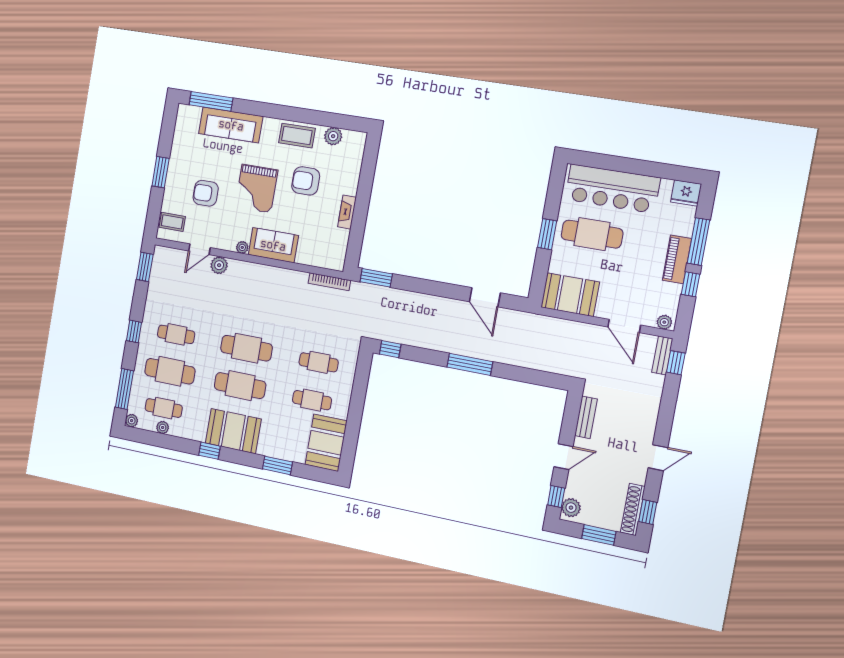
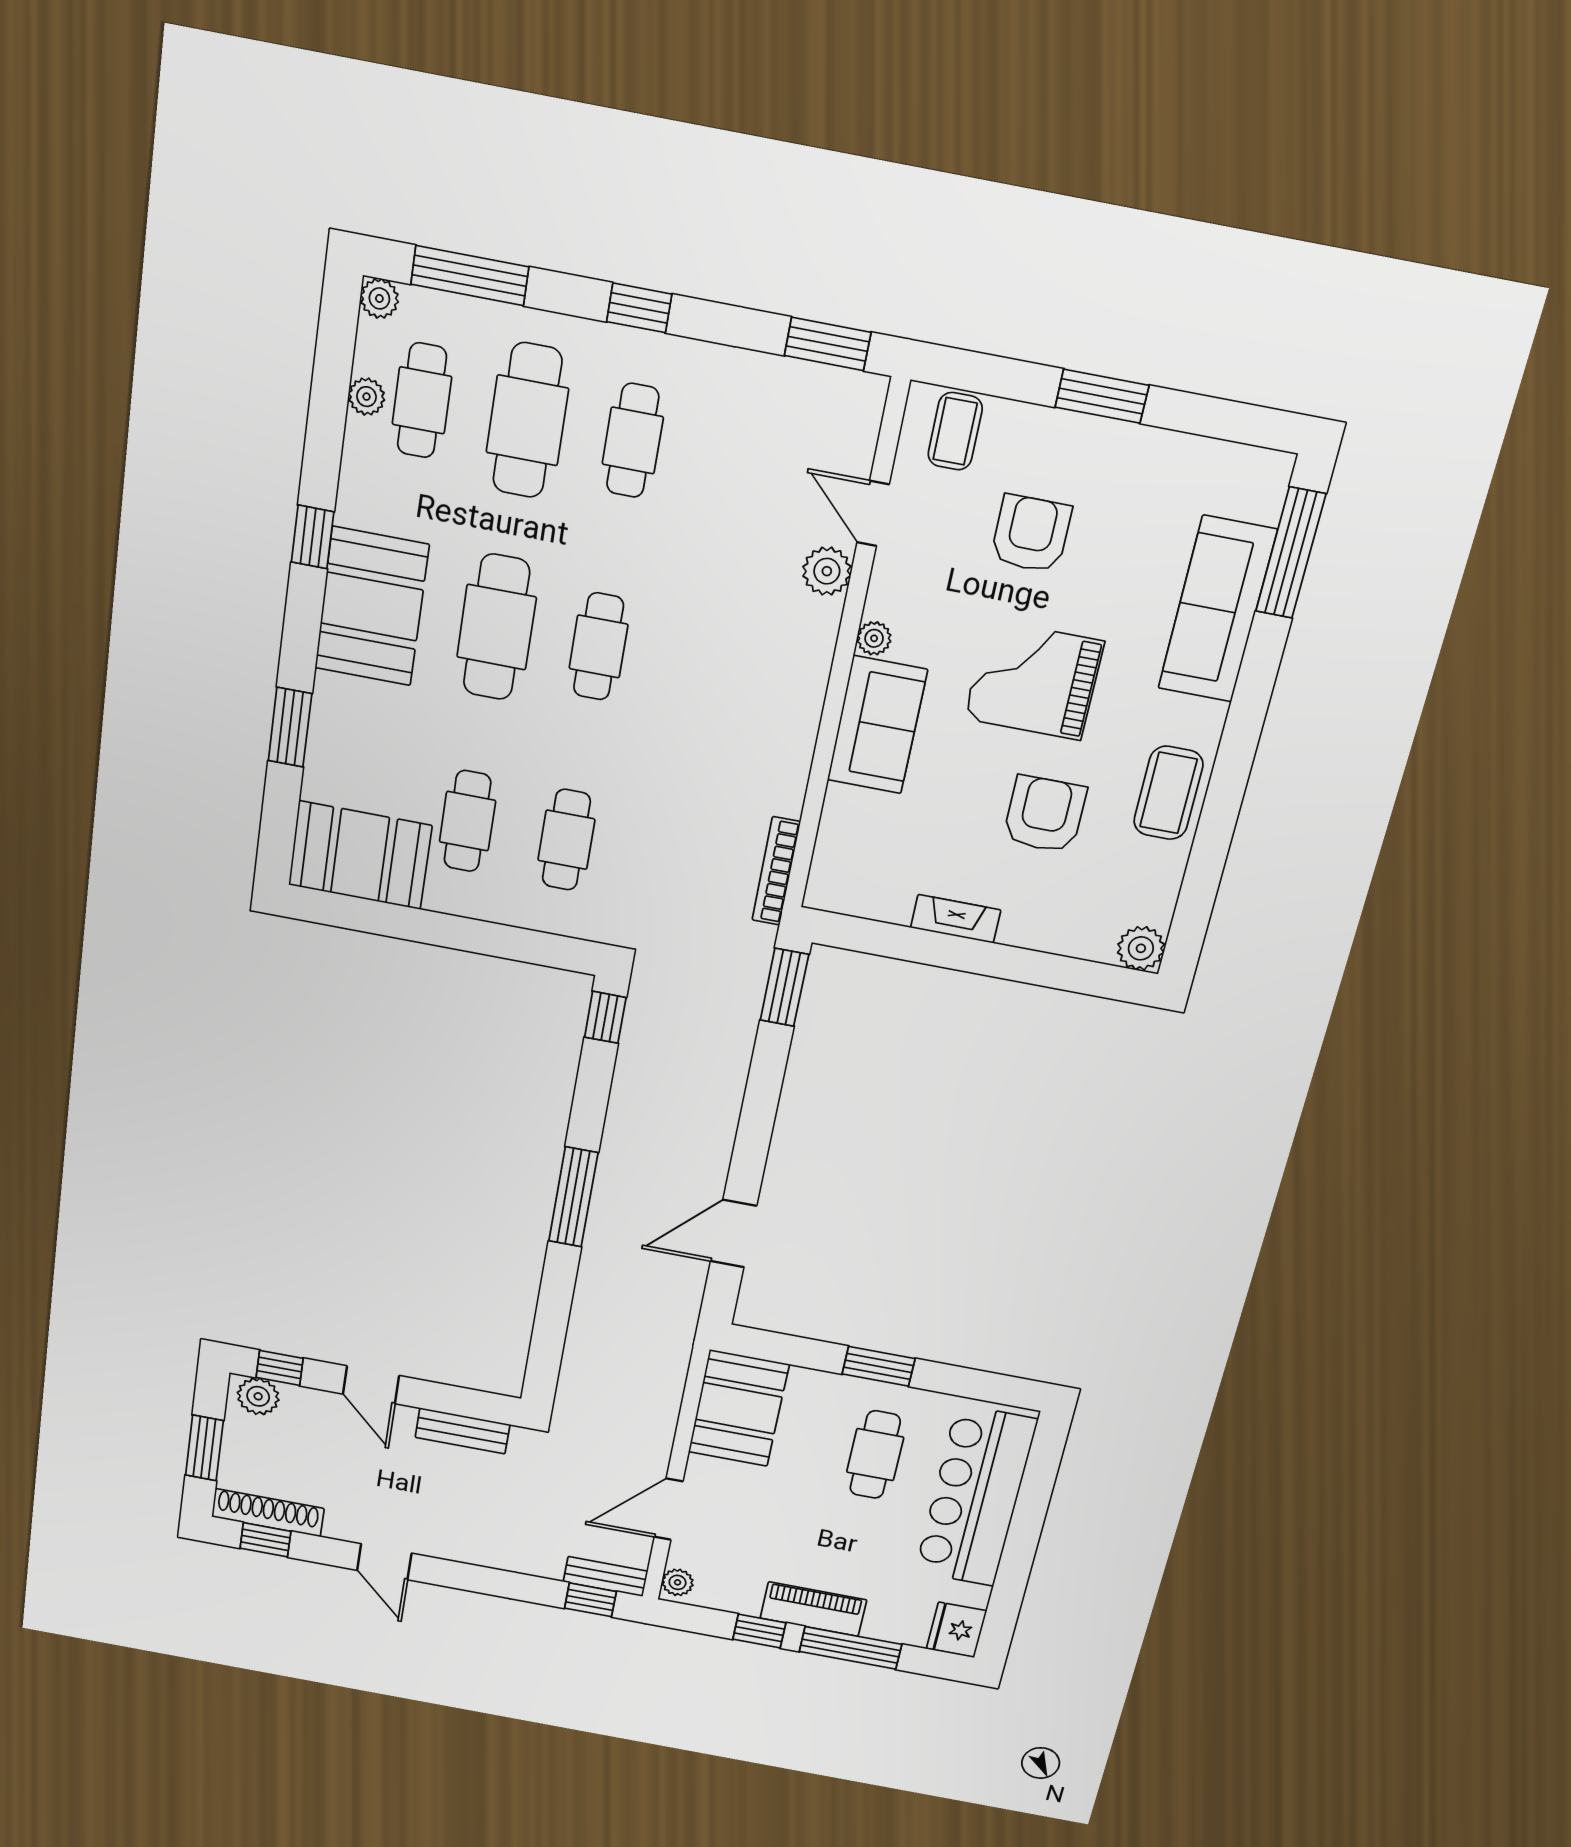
plant: (333, 136) -> (1141, 948), moved
cafe table: (592, 234) -> (875, 1455), width x0.73, depth x0.74
cafe table: (246, 348) -> (599, 646), width x0.73, depth x0.74

